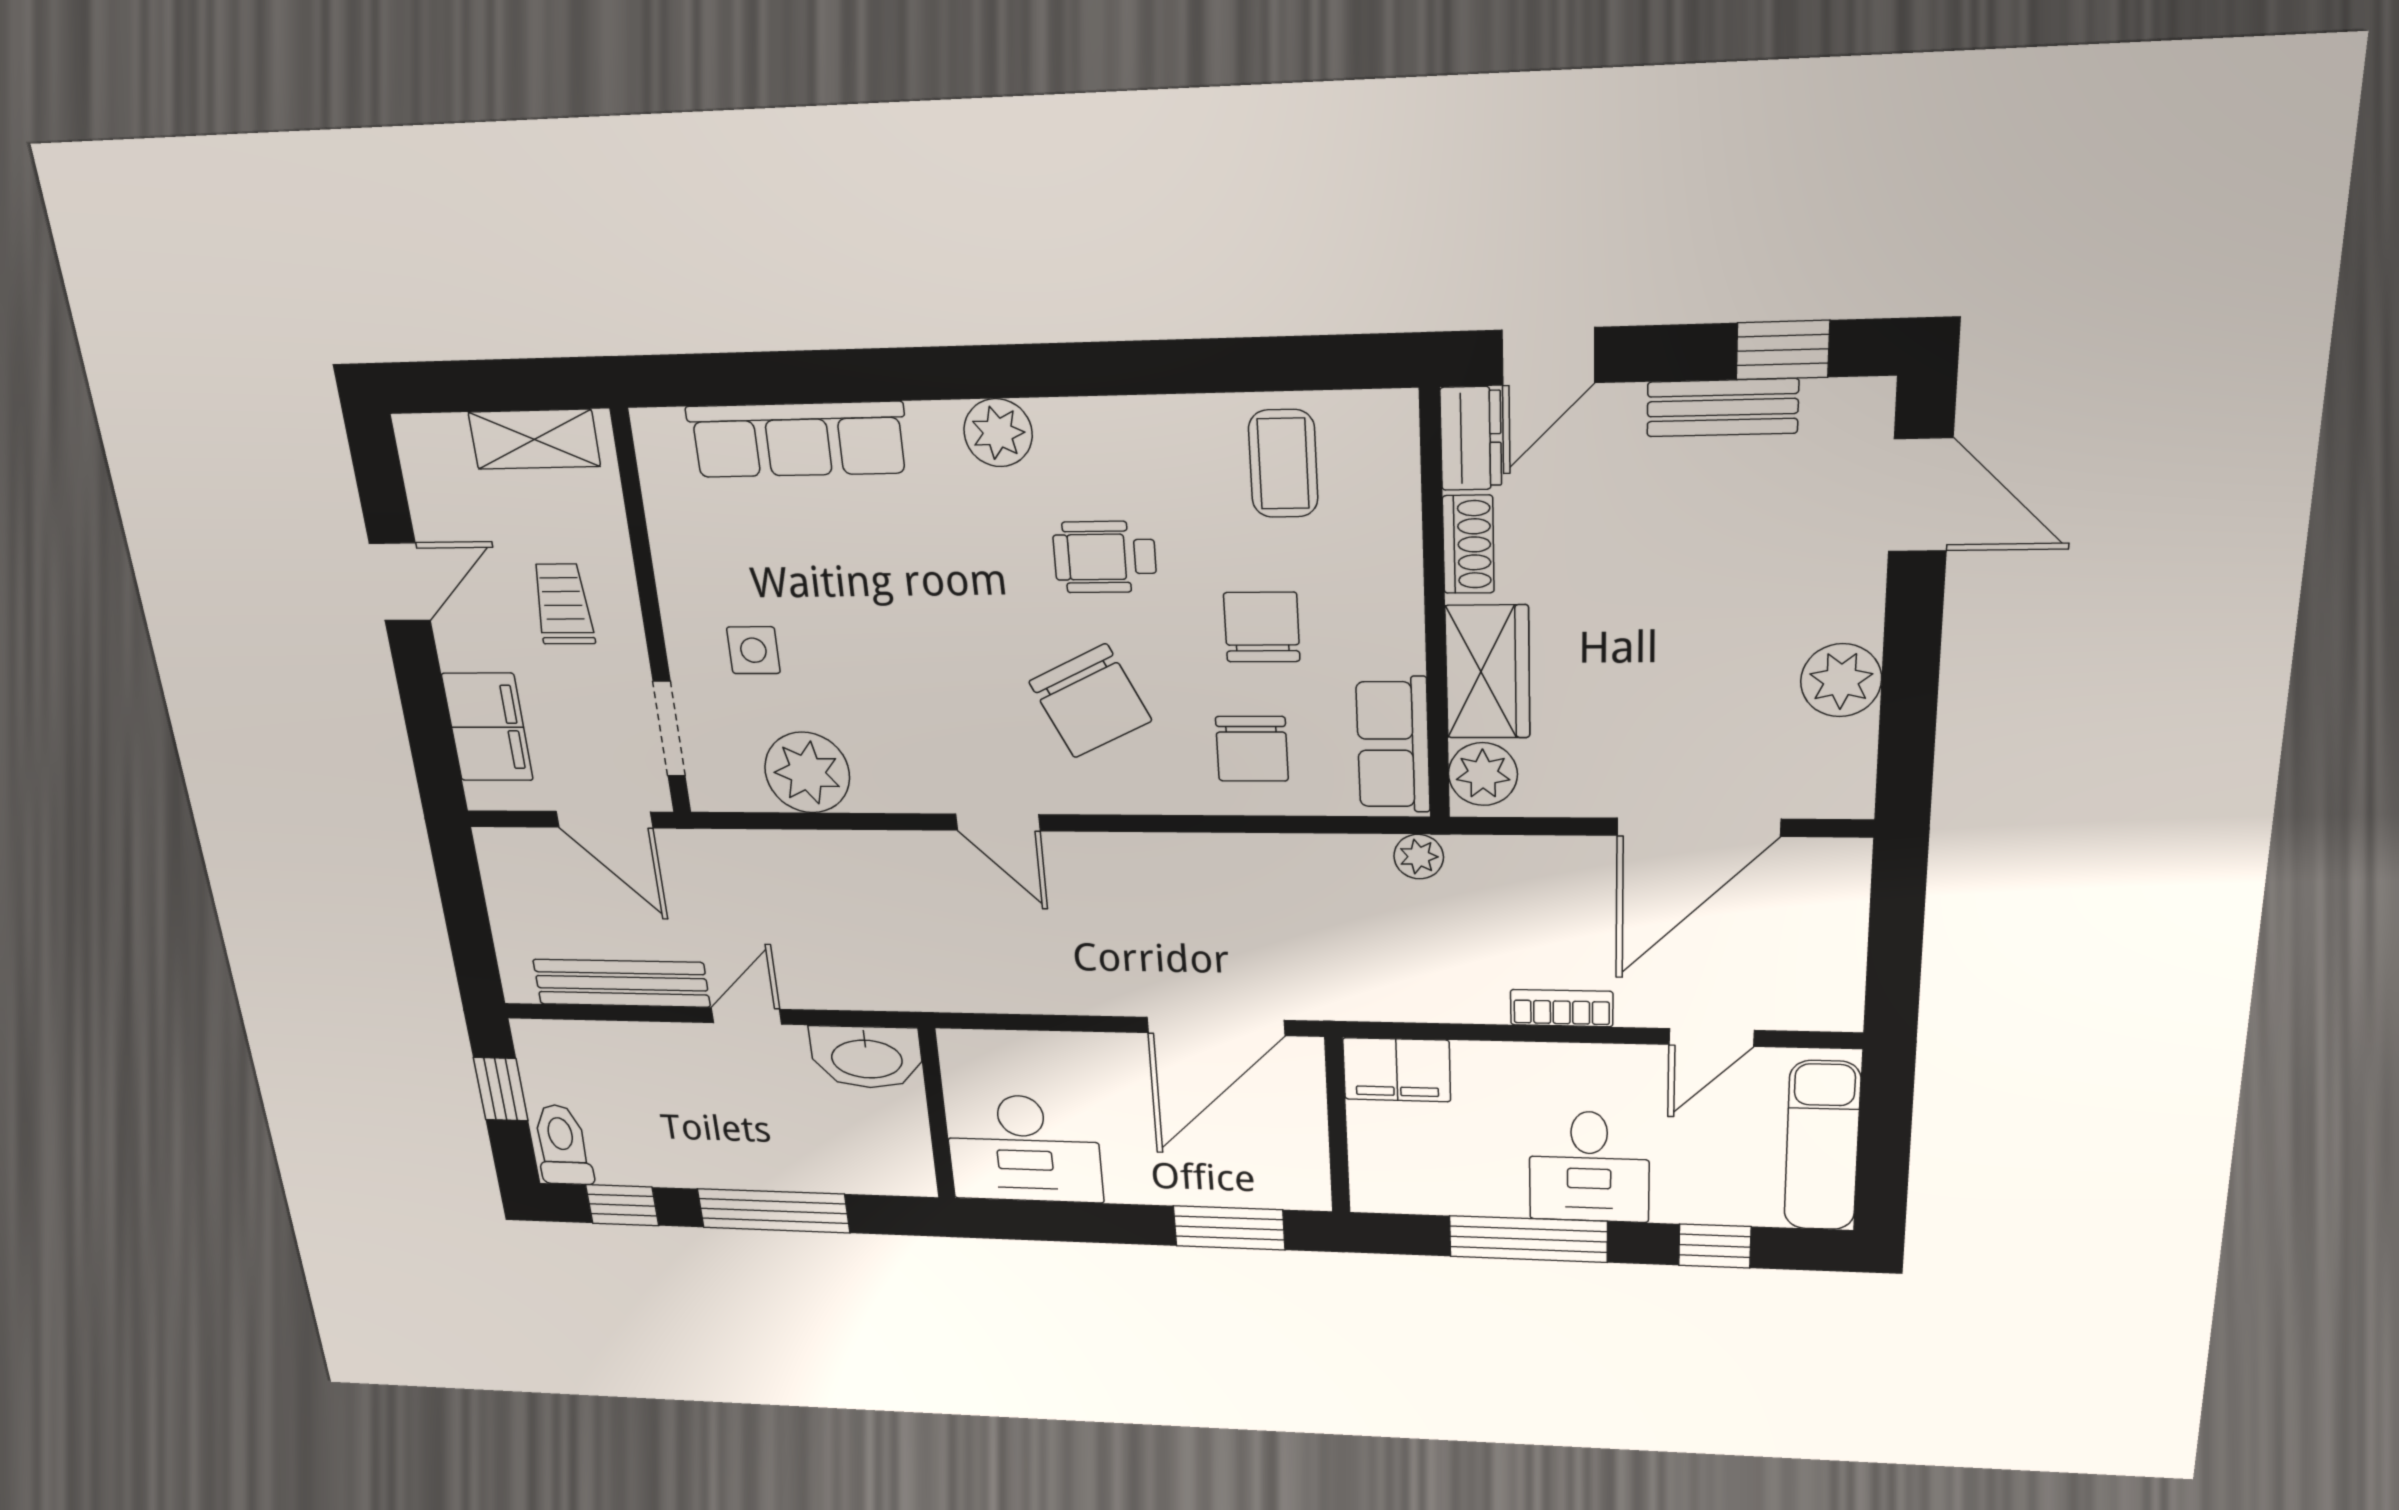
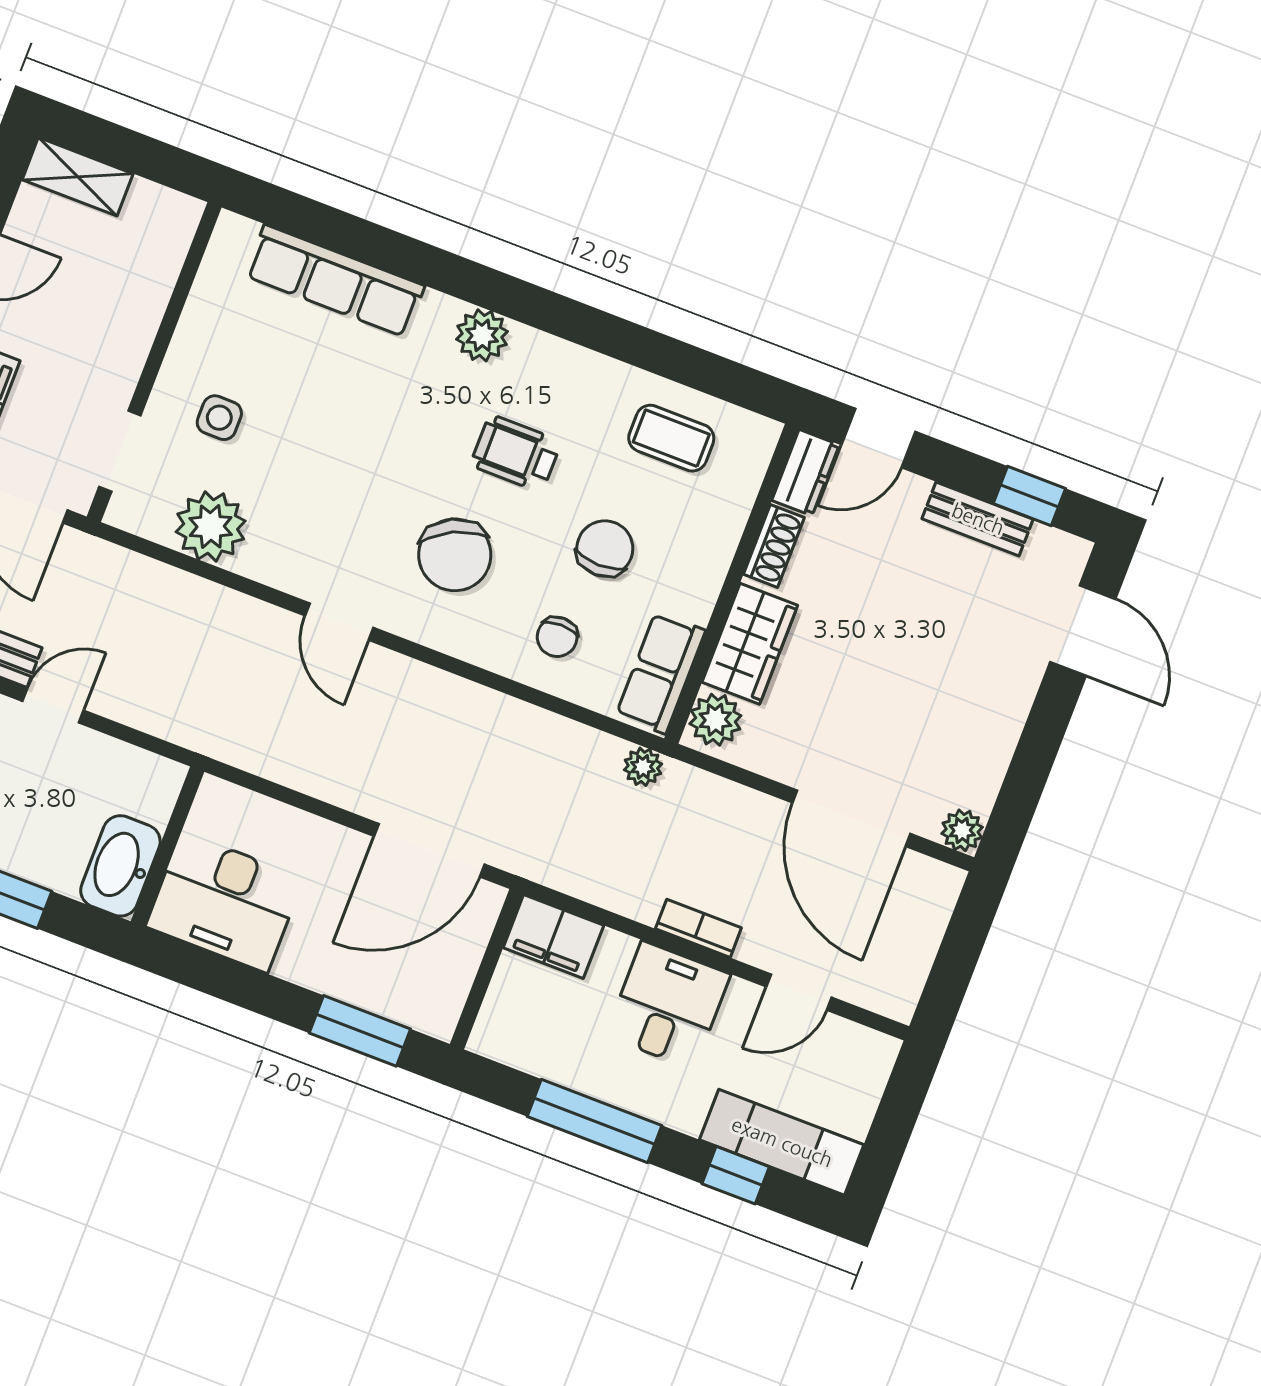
shelving: (534, 439) -> (78, 177), moved
coffee table: (1283, 464) -> (671, 438), turned 90
trolley: (563, 604) -> (90, 325), removed
plant: (1841, 680) -> (962, 830), moved, width x0.73, depth x0.73
chair: (1252, 749) -> (557, 637), width x0.73, depth x0.73
door: (1698, 827) -> (851, 818), hinge flipped
washbasin: (867, 1057) -> (120, 866), moved, turned 90
exam couch: (1822, 1146) -> (782, 1142), moved, turned 90
desk: (1589, 1167) -> (668, 1005), moved, turned 180

